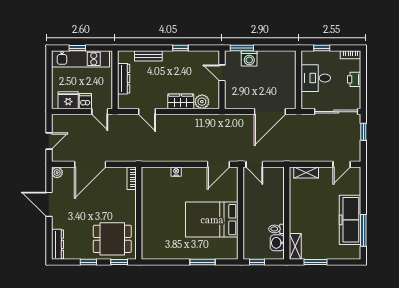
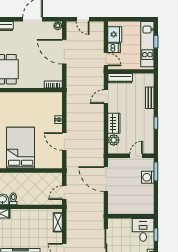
desk: (316, 78) -> (143, 230), moved
dresser: (124, 79) -> (120, 78), moved
door: (100, 112) -> (106, 59), swing flipped
door: (270, 112) -> (106, 179), moved
door: (218, 164) -> (64, 142), moved
door: (254, 164) -> (64, 193), moved

